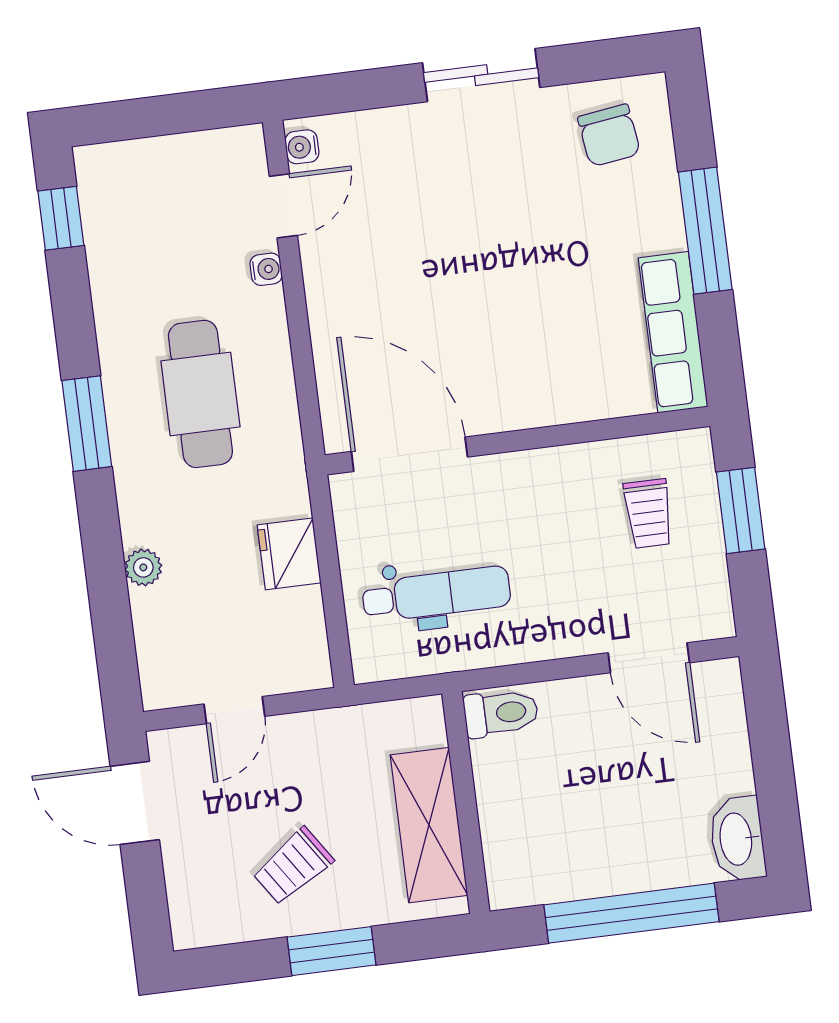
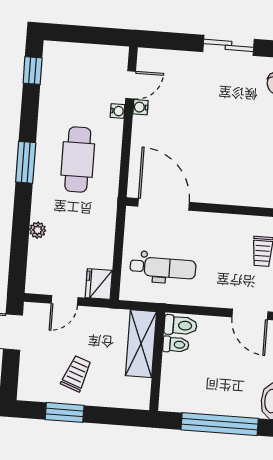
water cooler: (302, 147) -> (141, 107), moved
fridge: (289, 554) -> (99, 284), moved
toilet: (499, 757) -> (176, 344), added
shelving: (429, 825) -> (141, 344), moved
trolley: (293, 866) -> (76, 374), turned 144
window: (332, 951) -> (65, 412), moved

